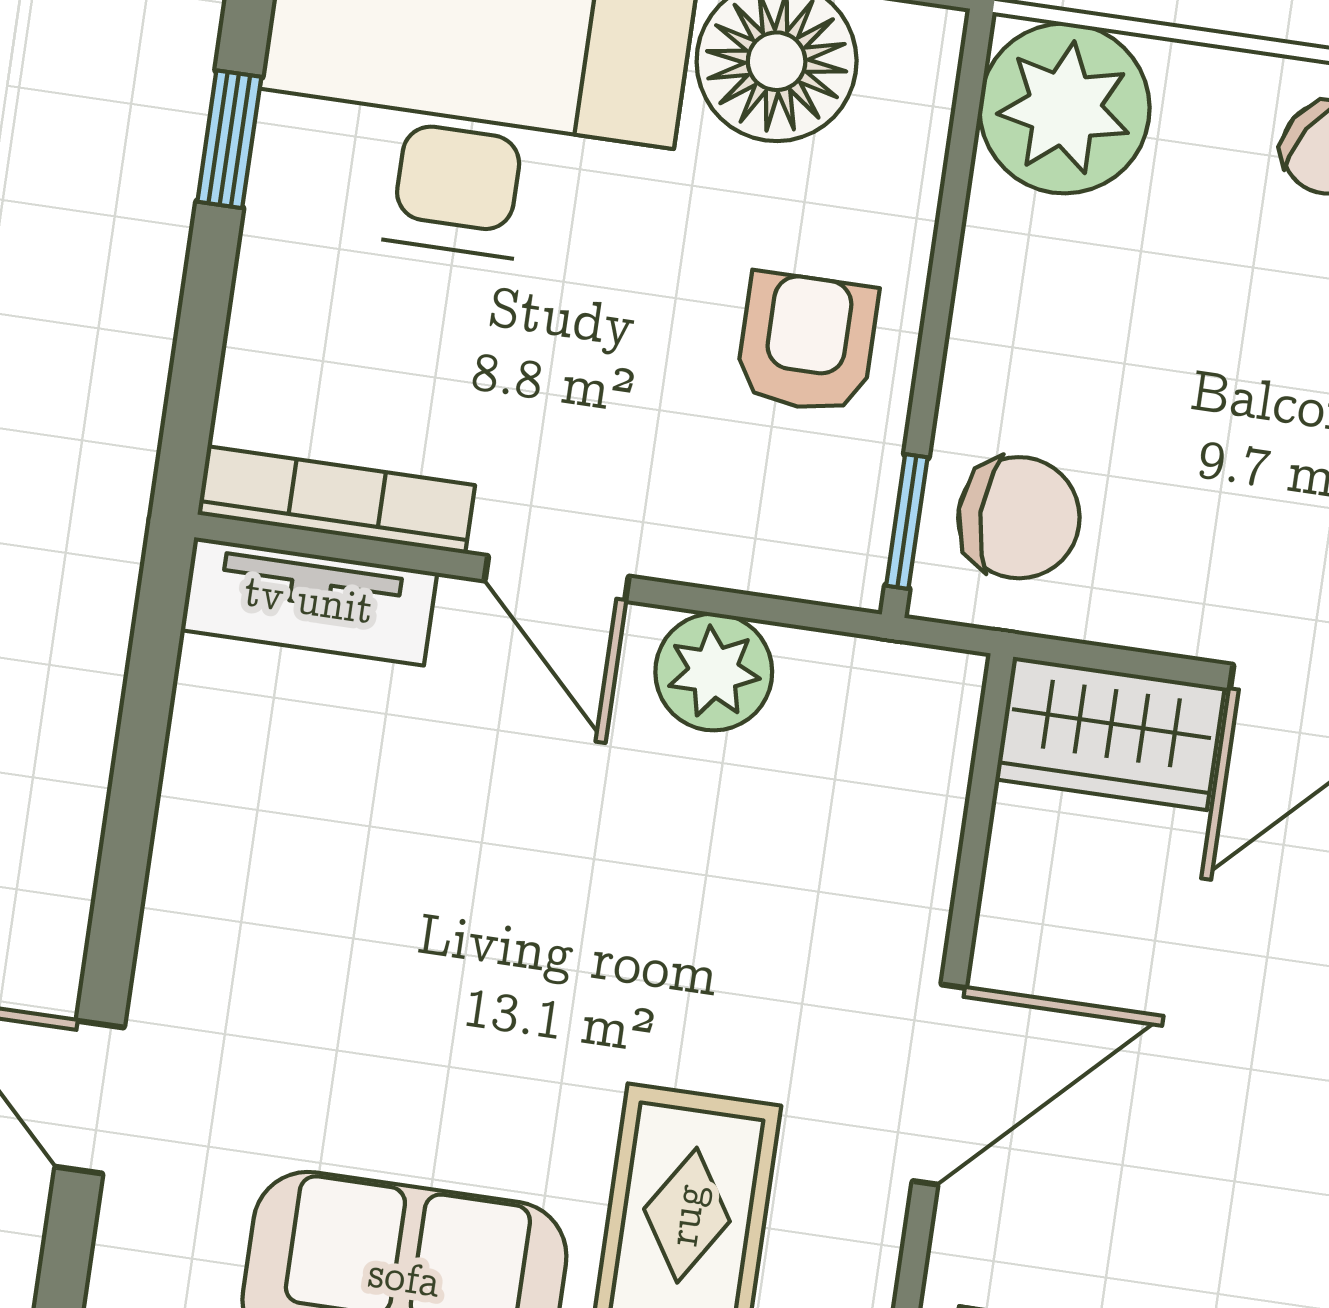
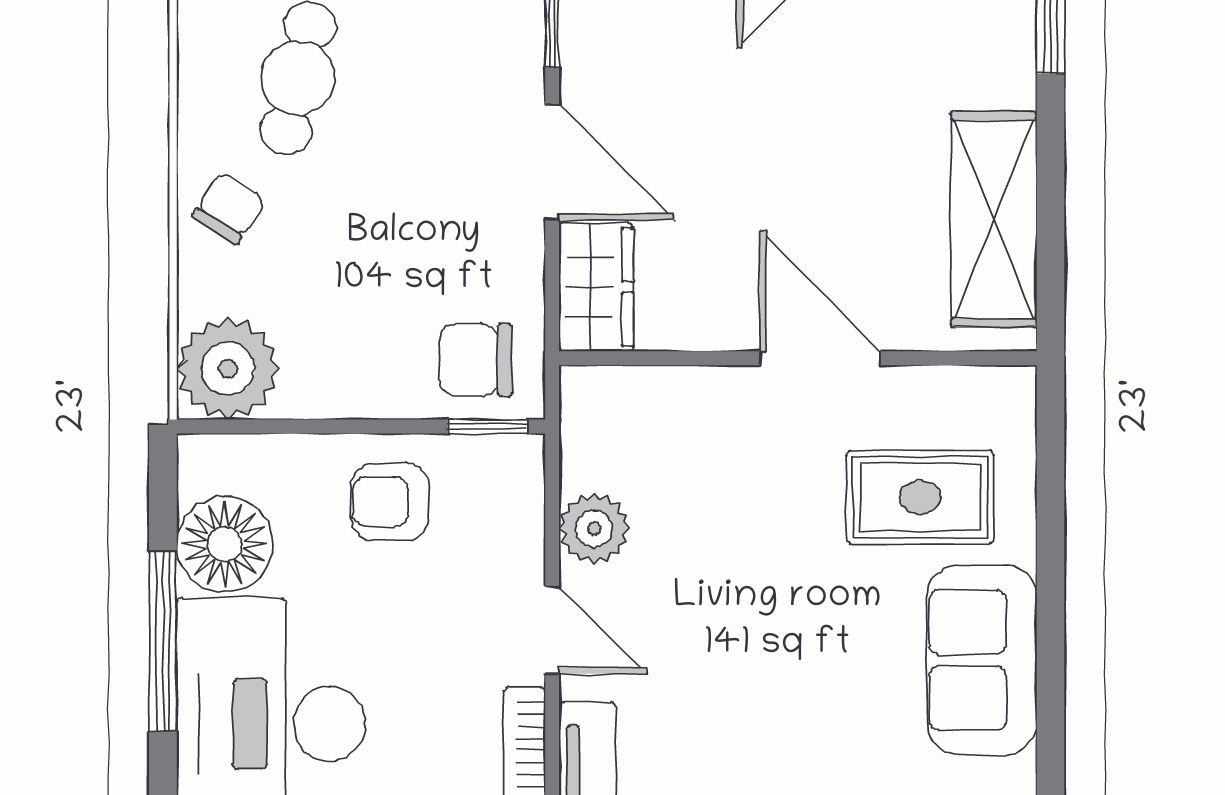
chair: (1019, 518) -> (476, 360), turned -90
door: (557, 579) -> (552, 630), hinge flipped

